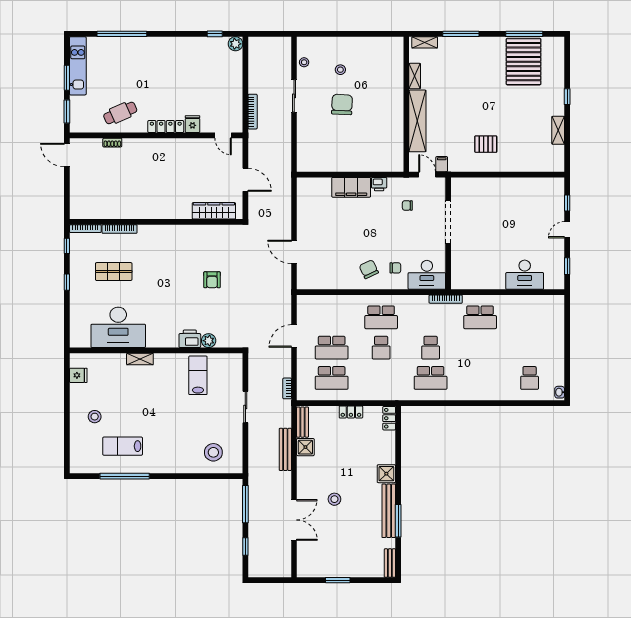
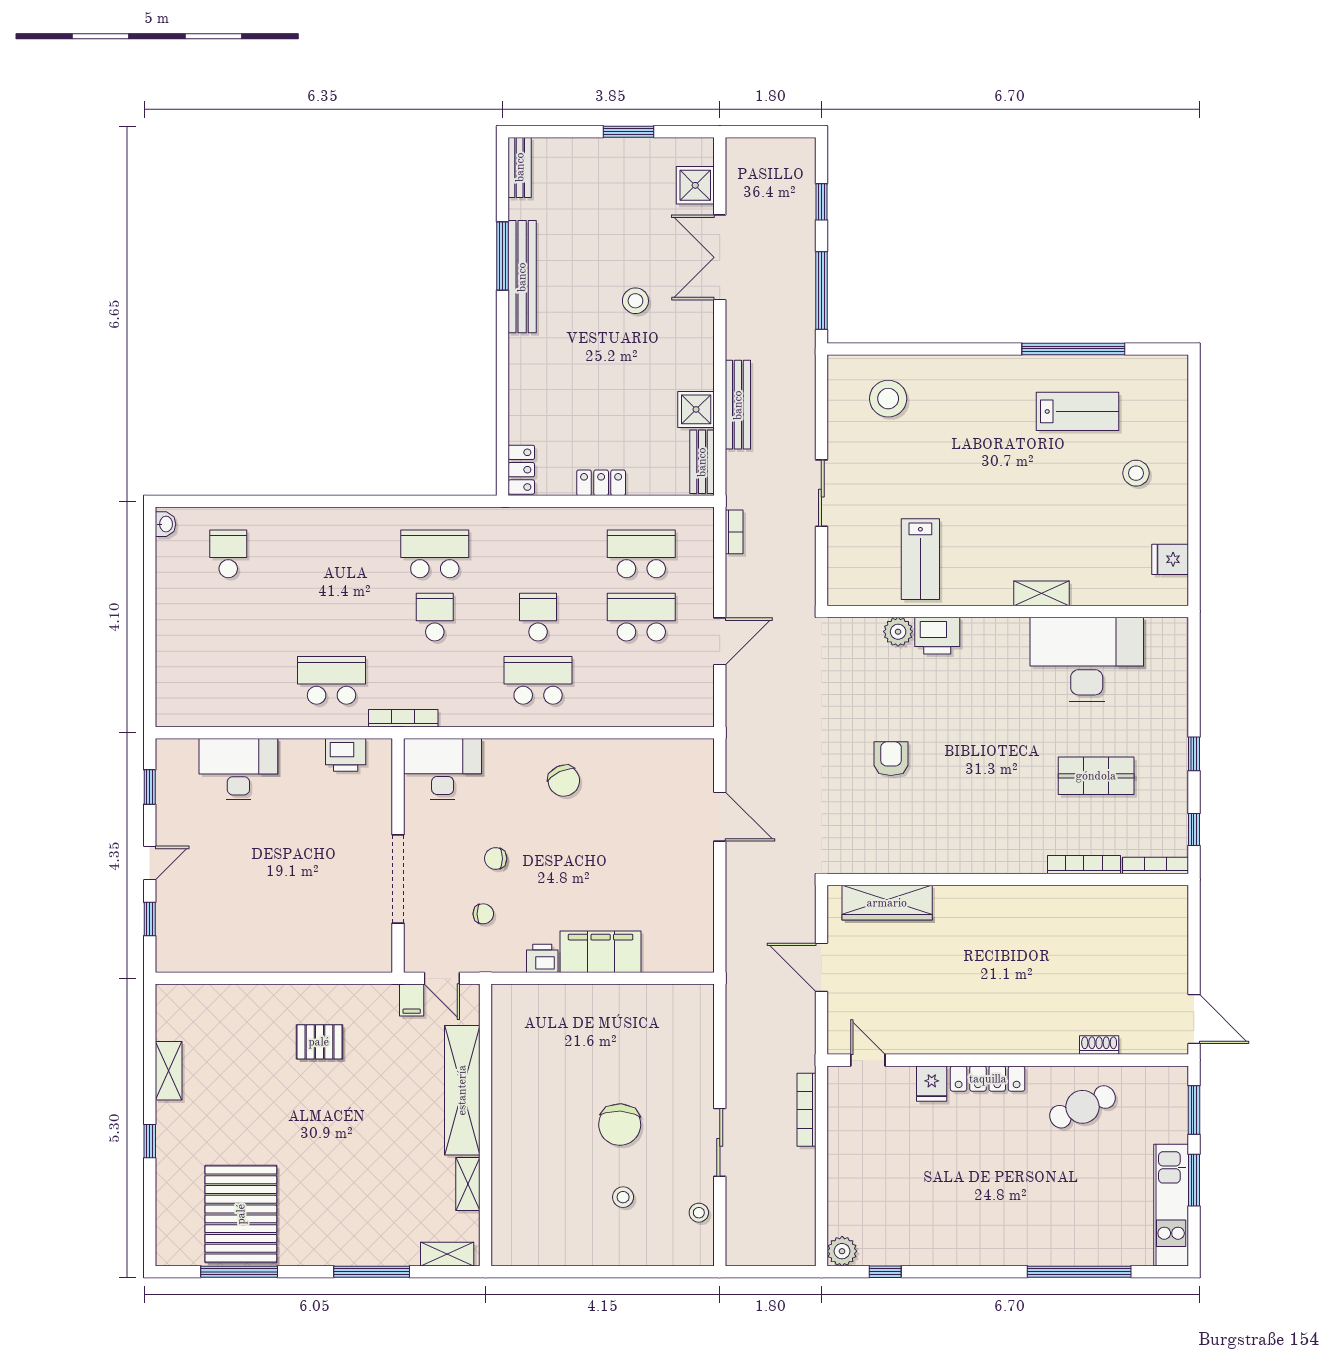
chair: (395, 268) -> (496, 858), moved
printer: (473, 282) -> (346, 755), added
shower: (386, 474) -> (695, 185), moved

